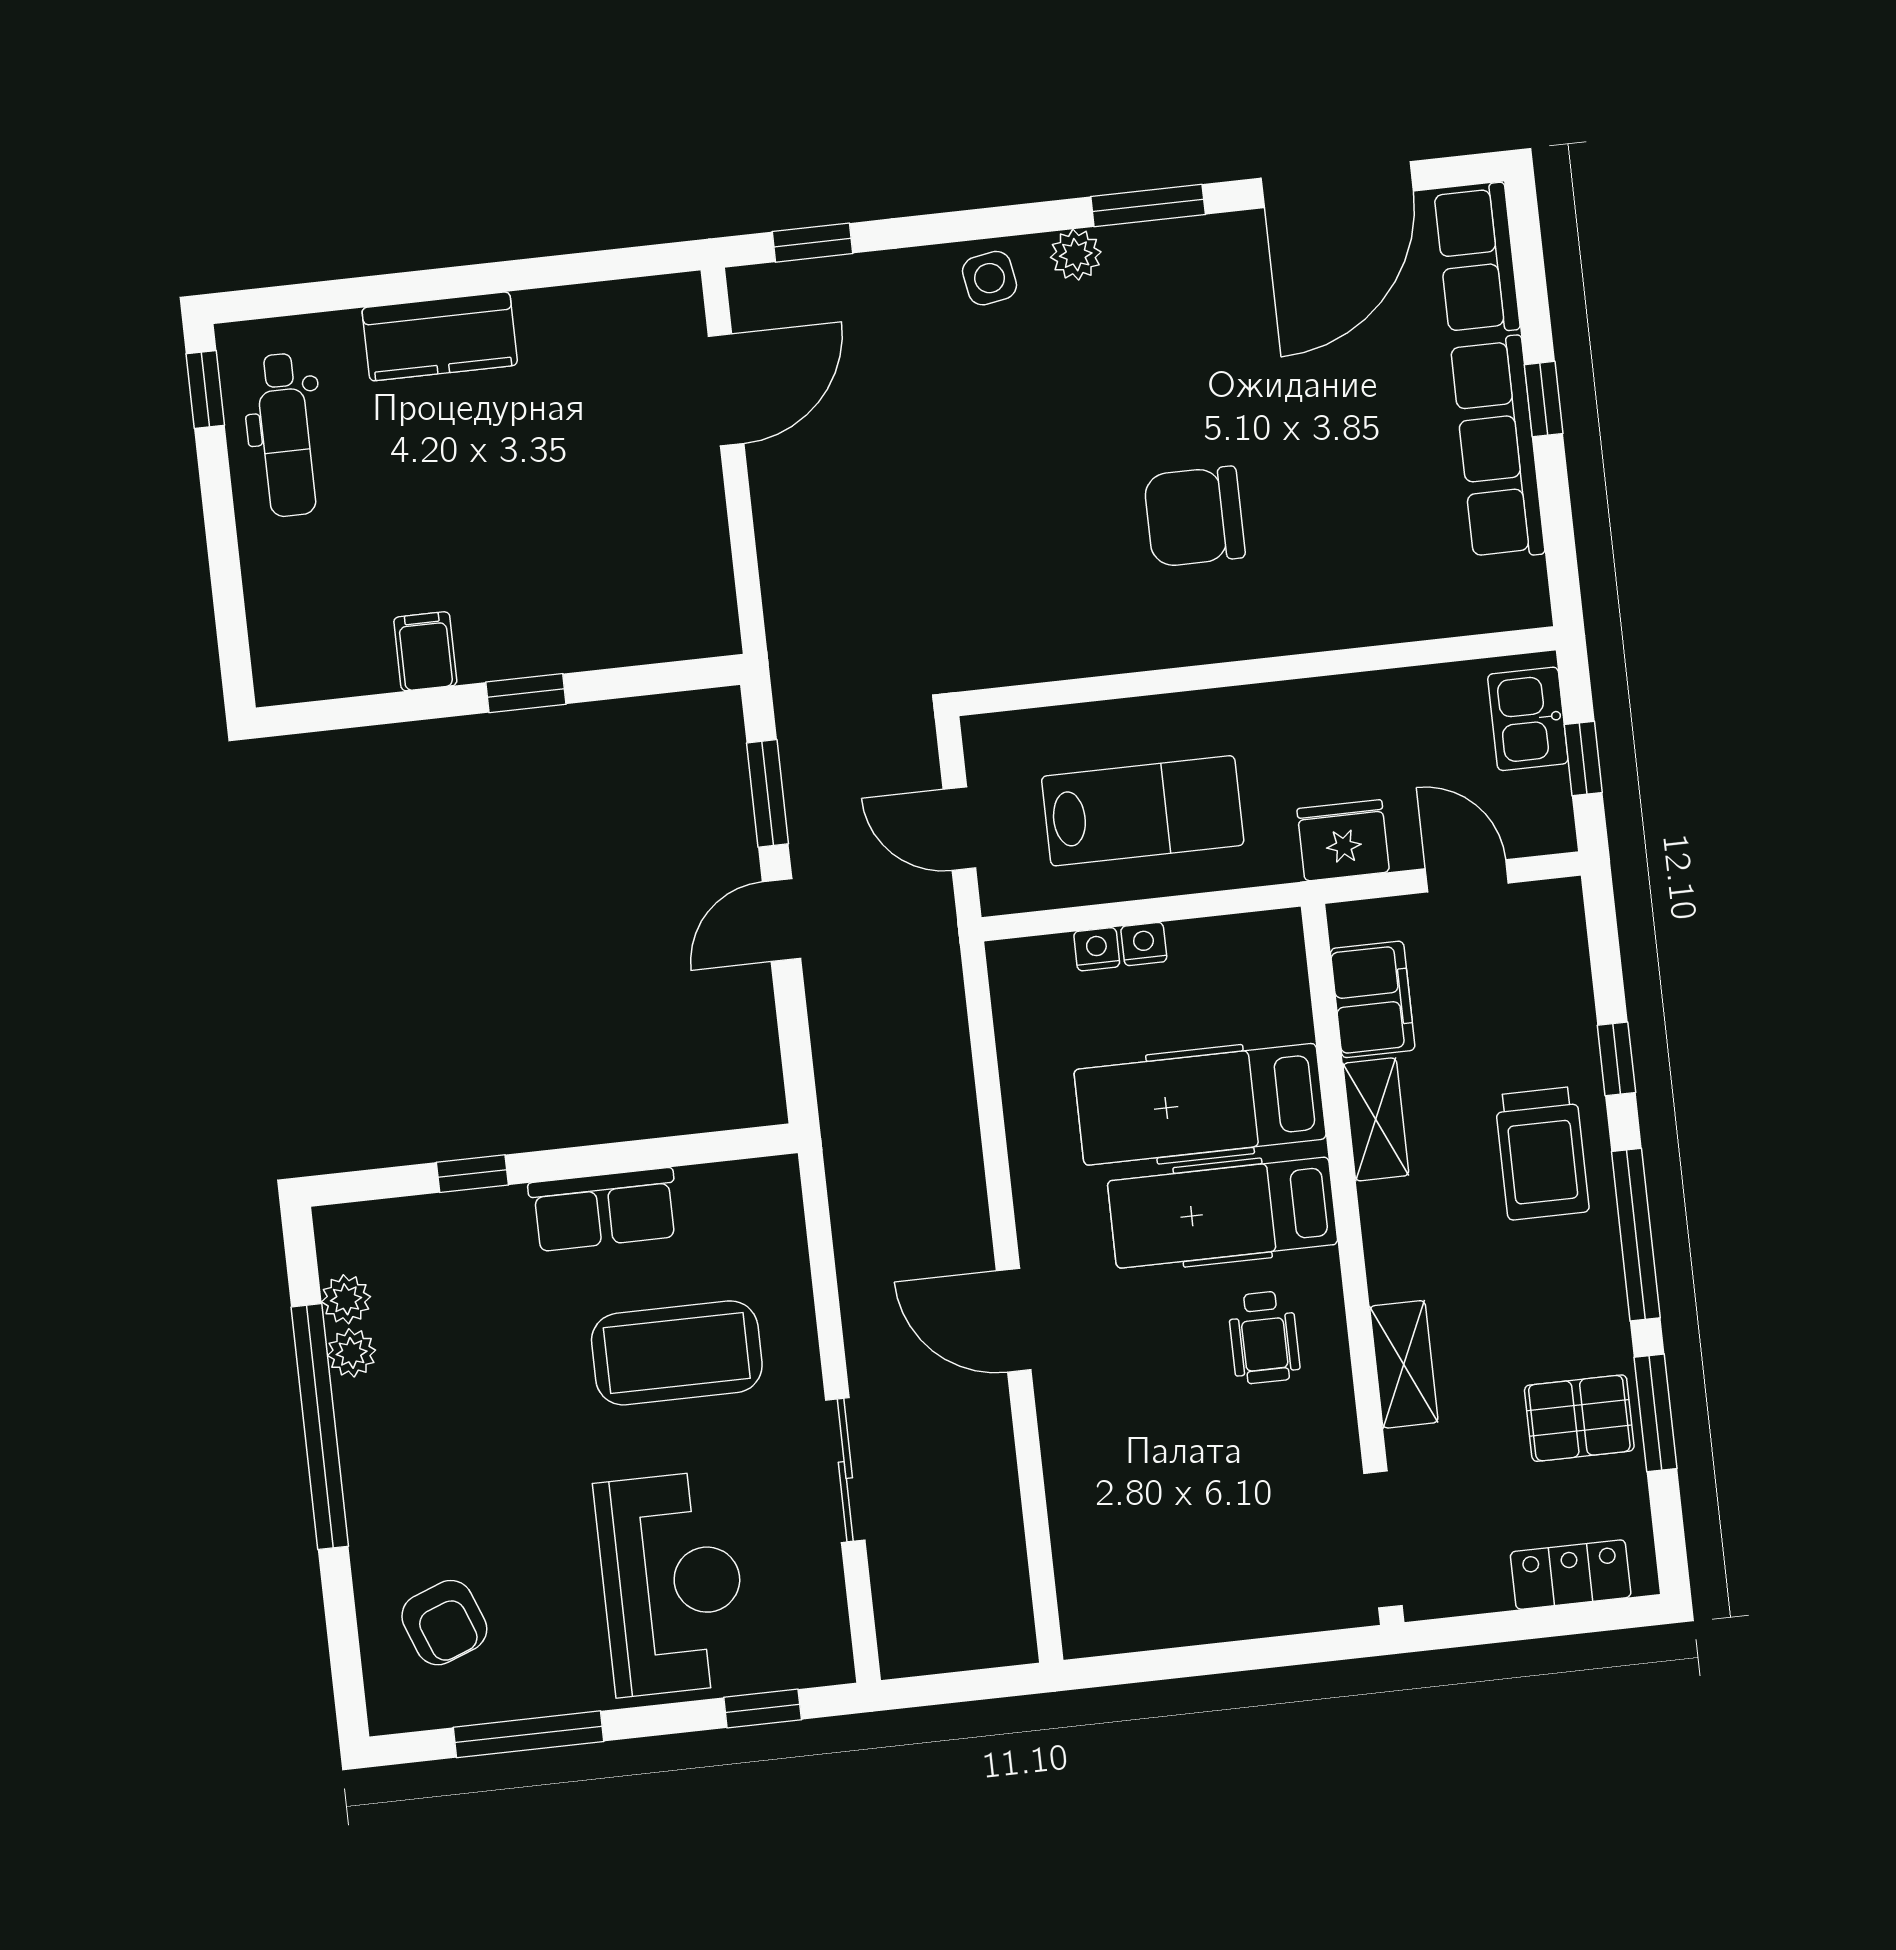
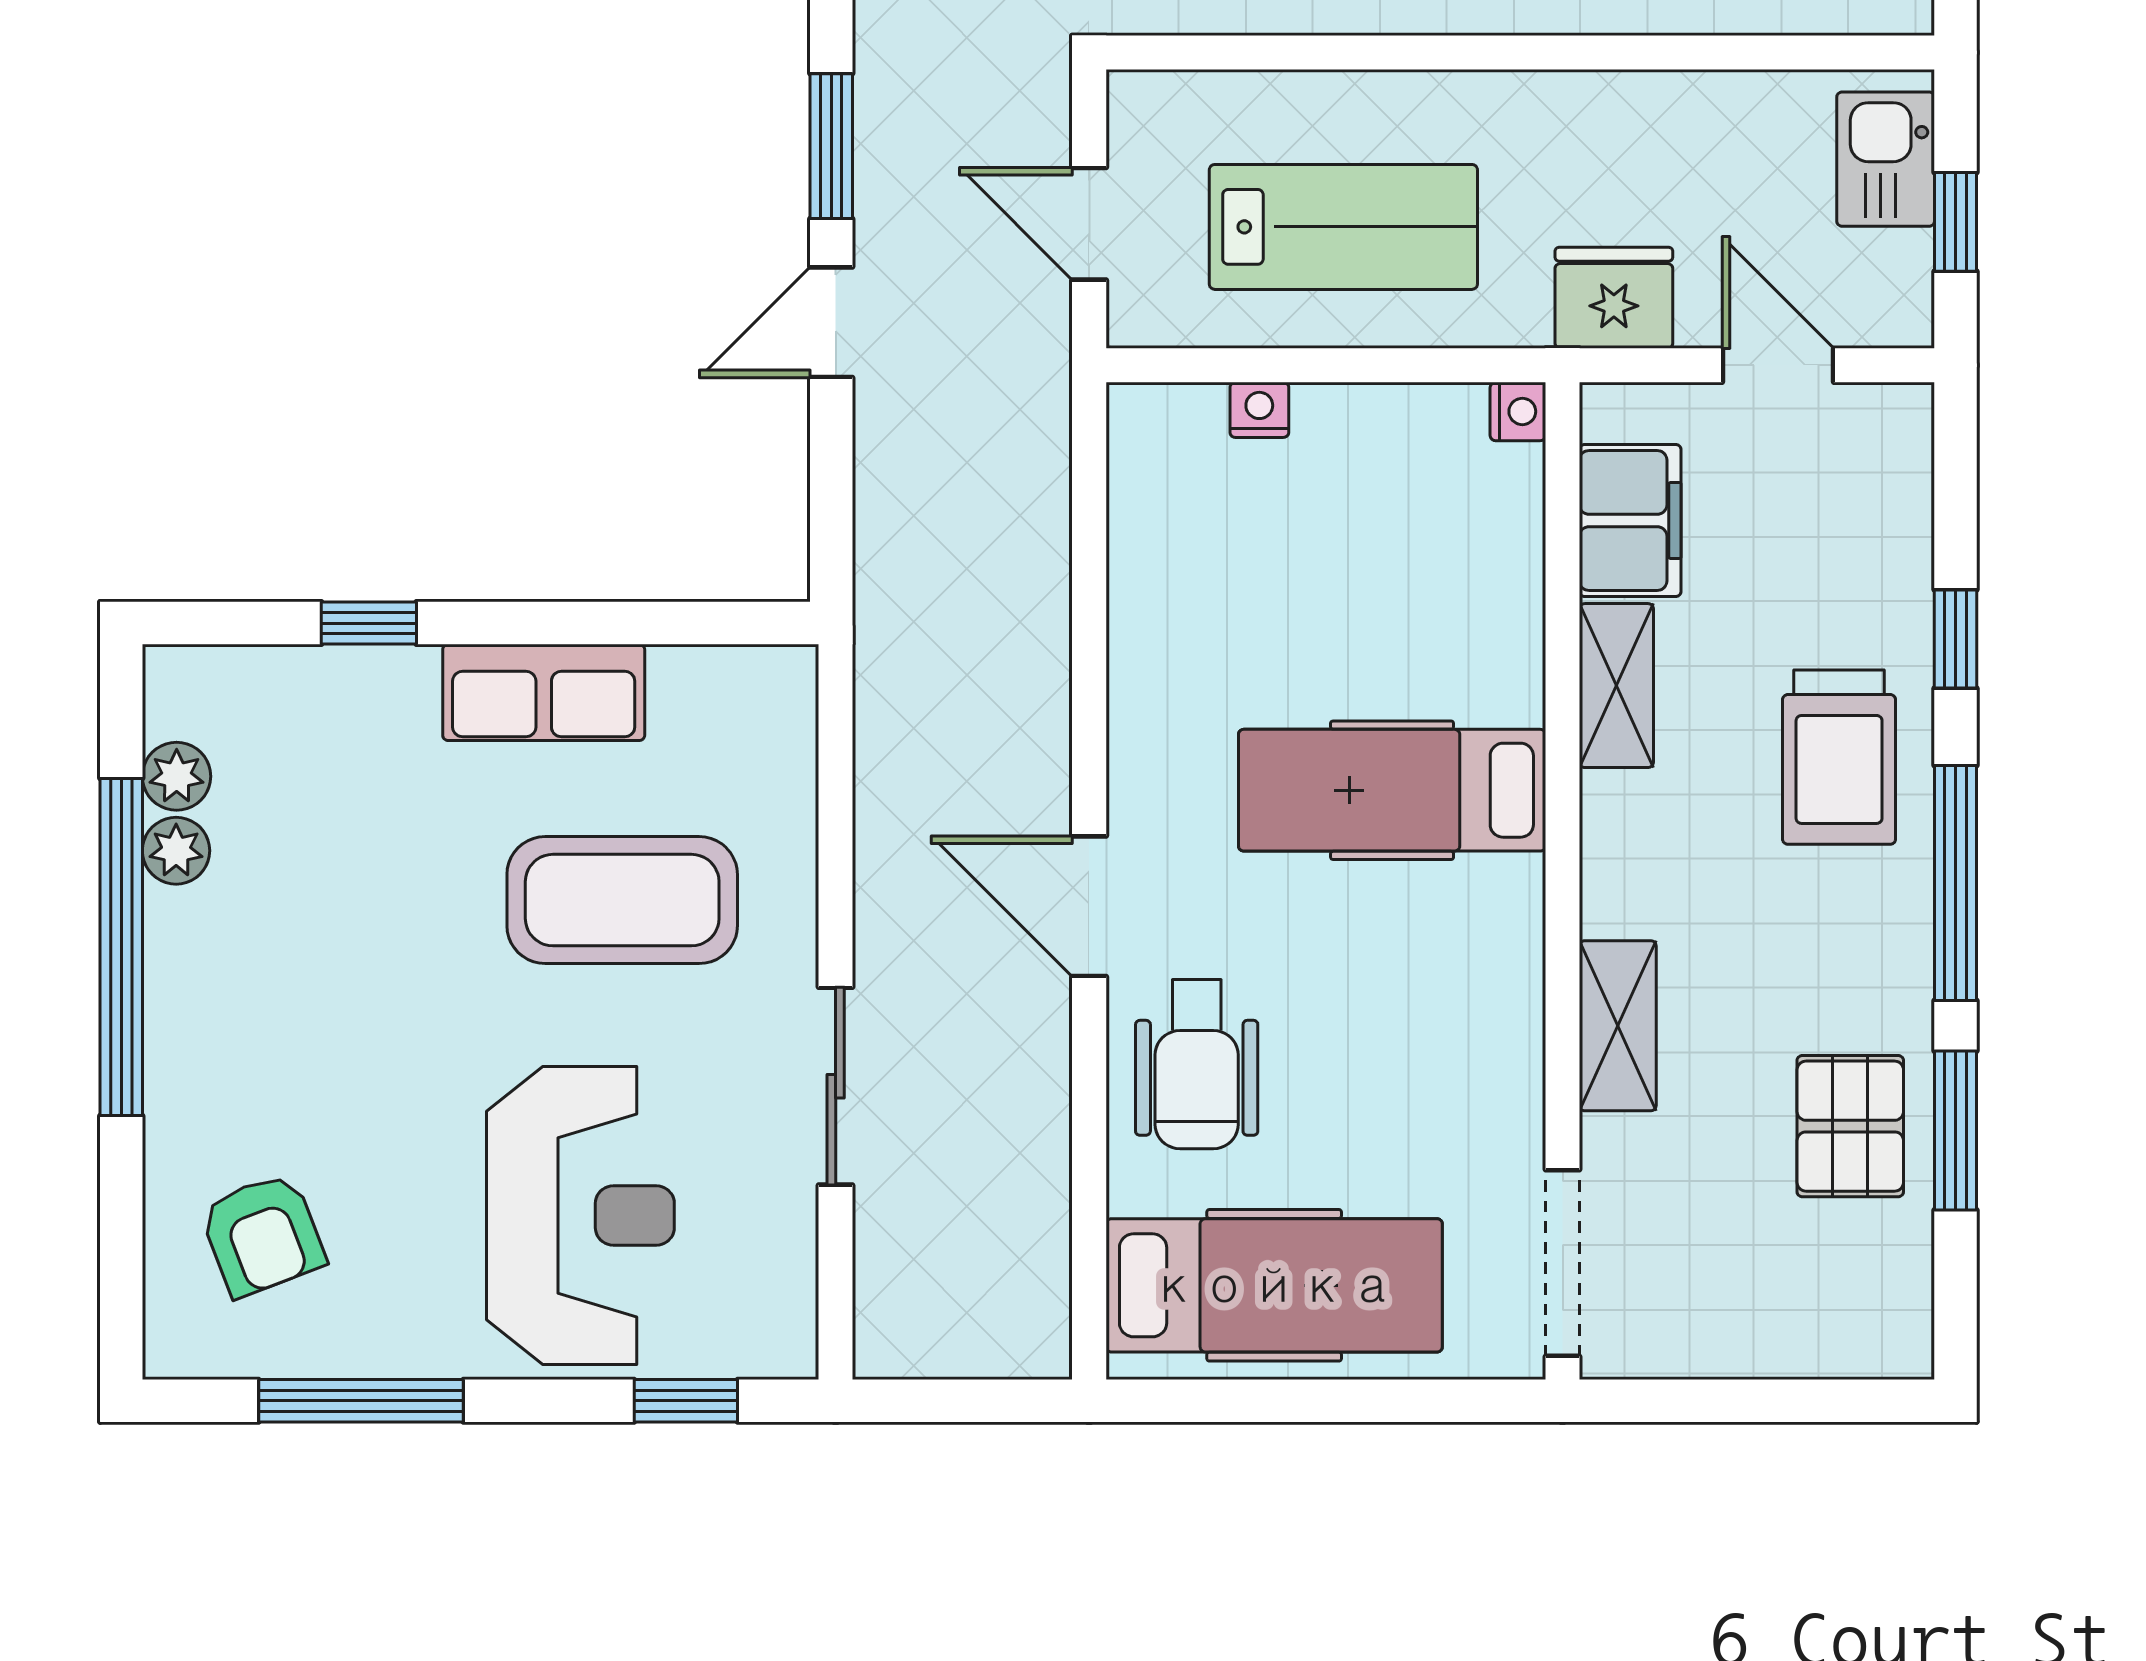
nightstand: (1144, 944) -> (1518, 411), moved, turned 90
hospital bed: (1200, 1104) -> (1274, 1285), moved, turned 180
wheelchair: (1264, 1337) -> (1197, 1064), moved, width x1.36, depth x1.37
pallet: (1579, 1418) -> (1850, 1126), turned 90
locker: (1571, 1575) -> (1815, 1339), removed

